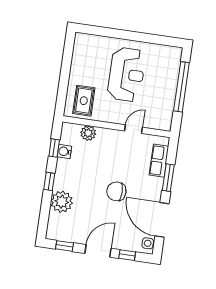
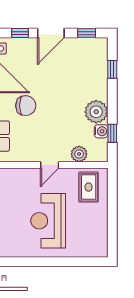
door: (134, 129) -> (50, 165), moved
window: (49, 181) -> (112, 69), moved
chair: (116, 191) -> (26, 106), moved
plant: (62, 202) -> (96, 112), moved

